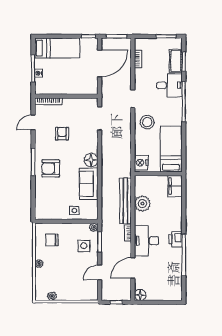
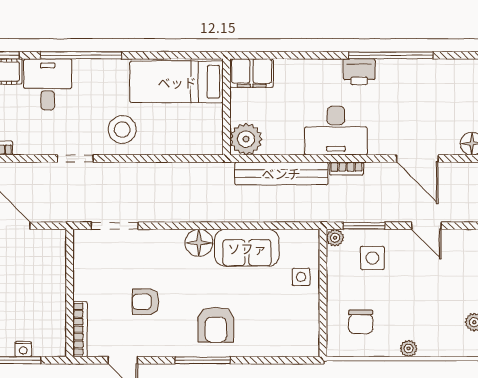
nightstand: (141, 163) -> (204, 142), removed
plant: (142, 204) -> (246, 139), moved
desk: (147, 241) -> (336, 131), moved

